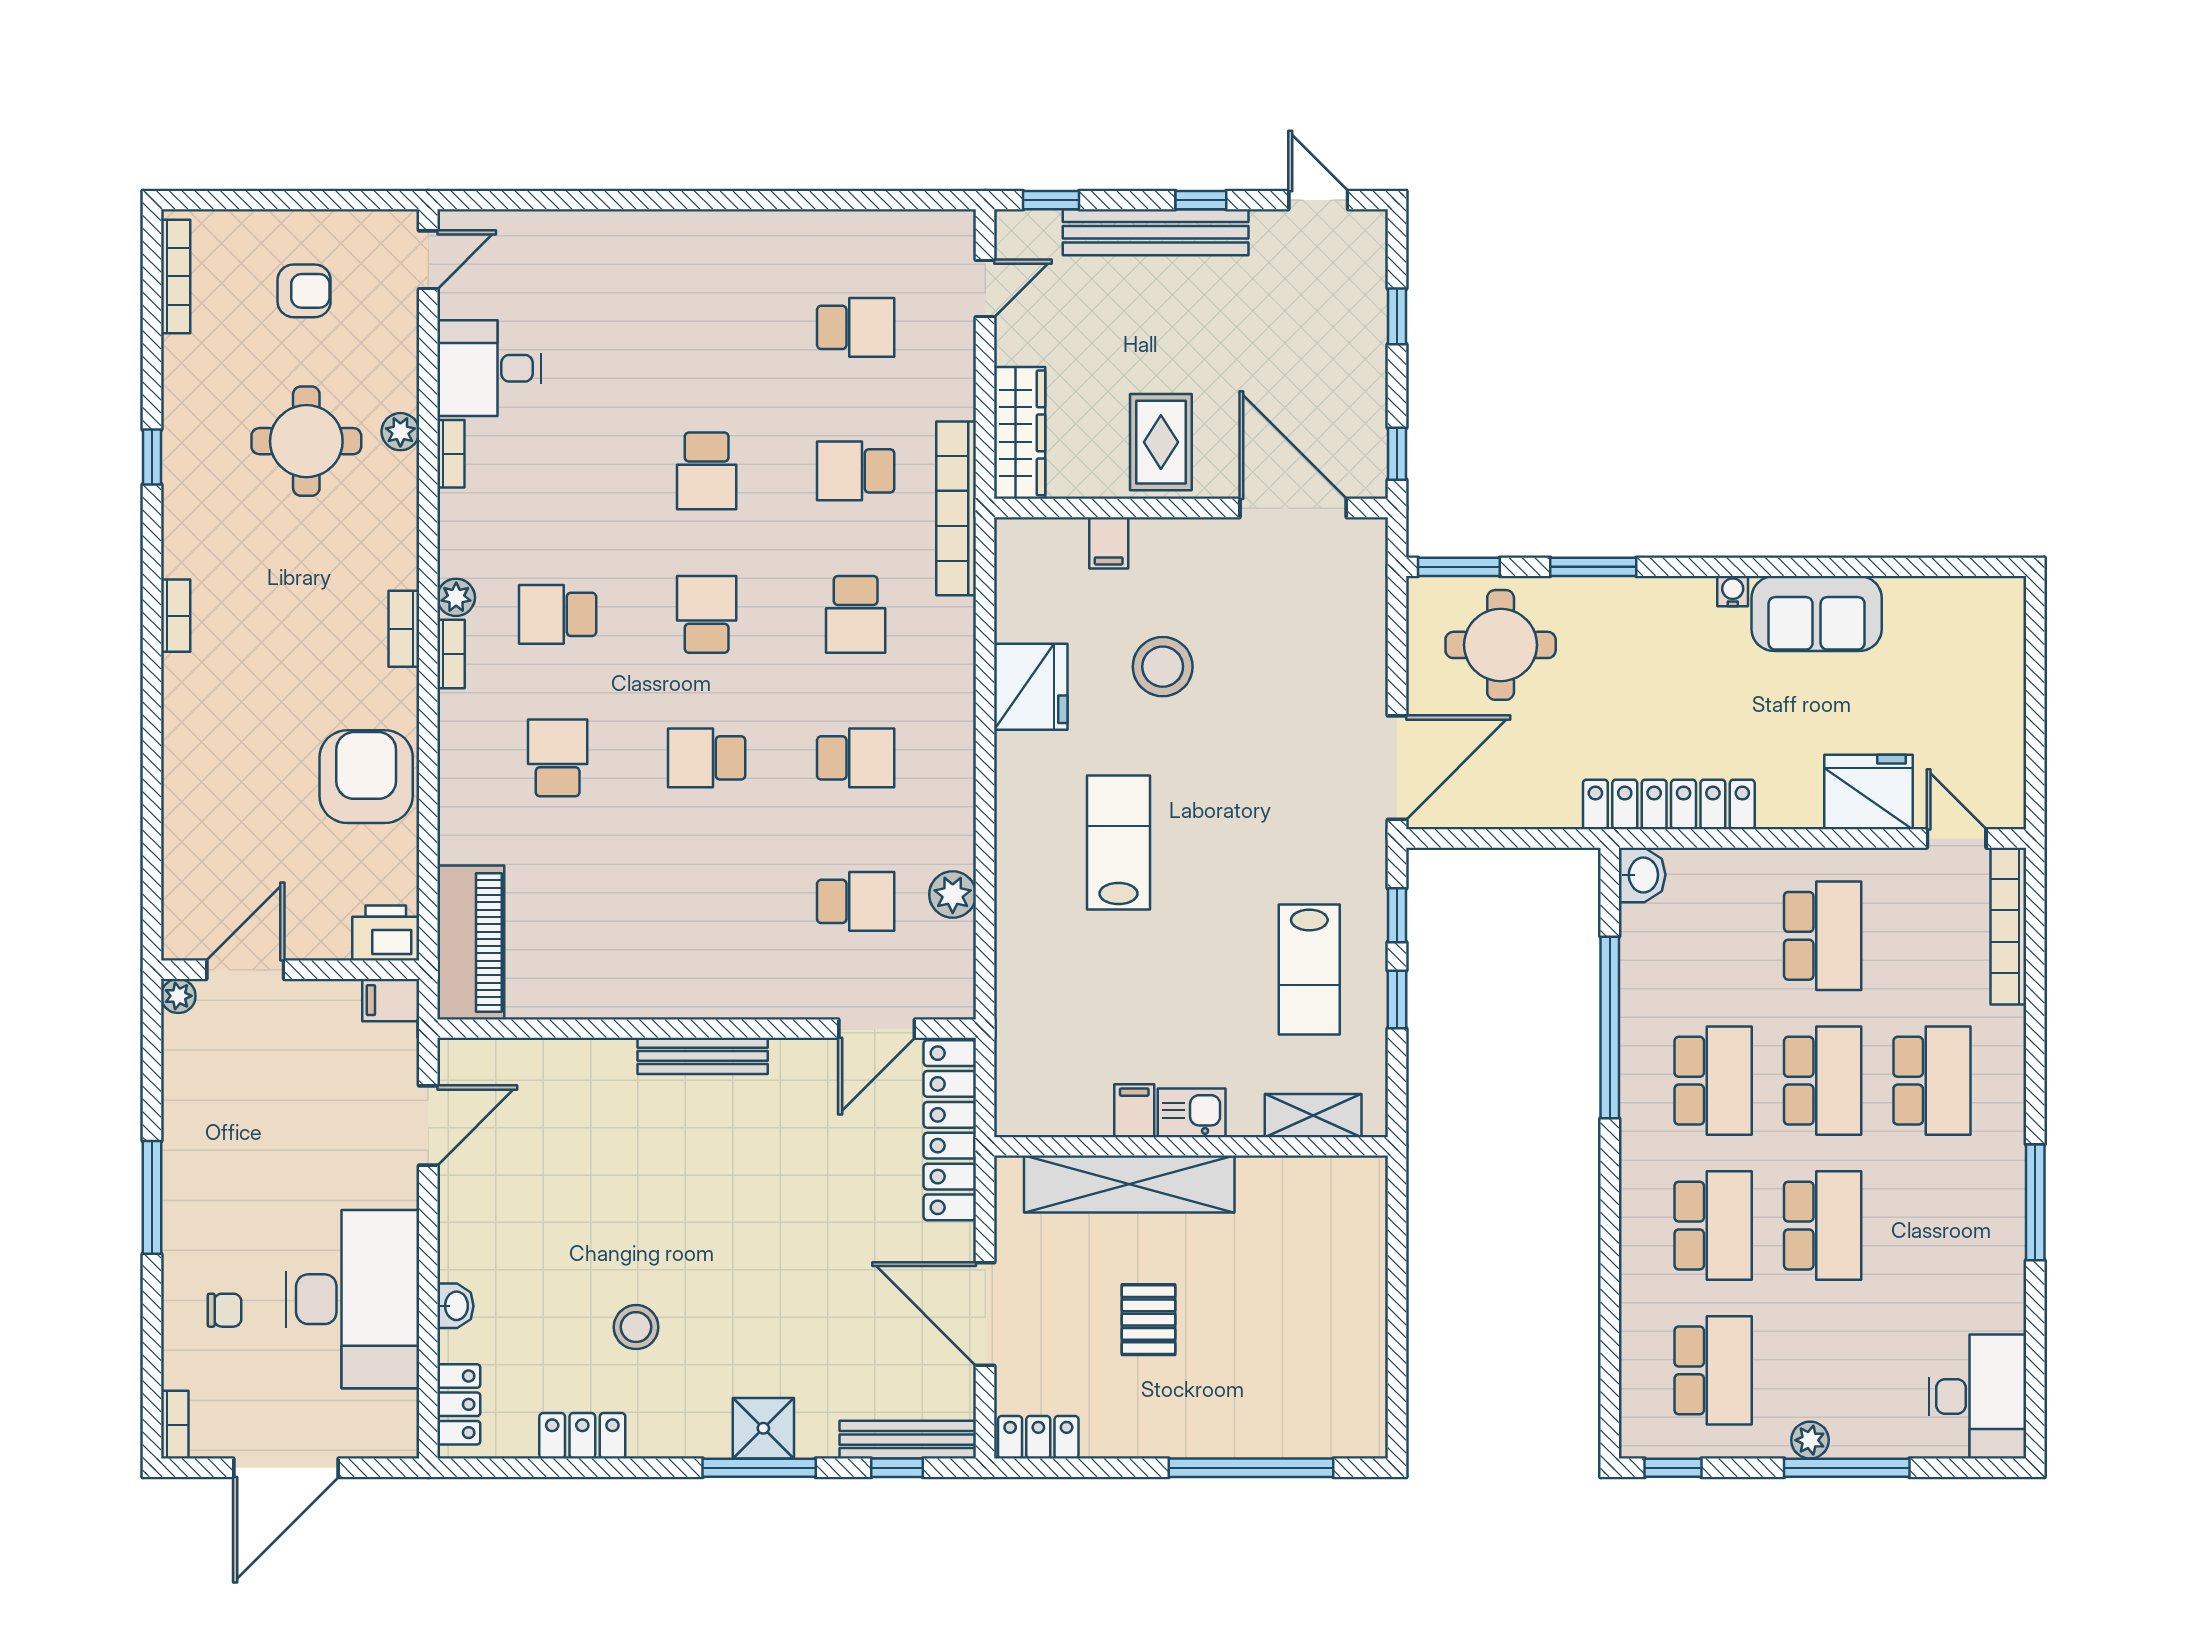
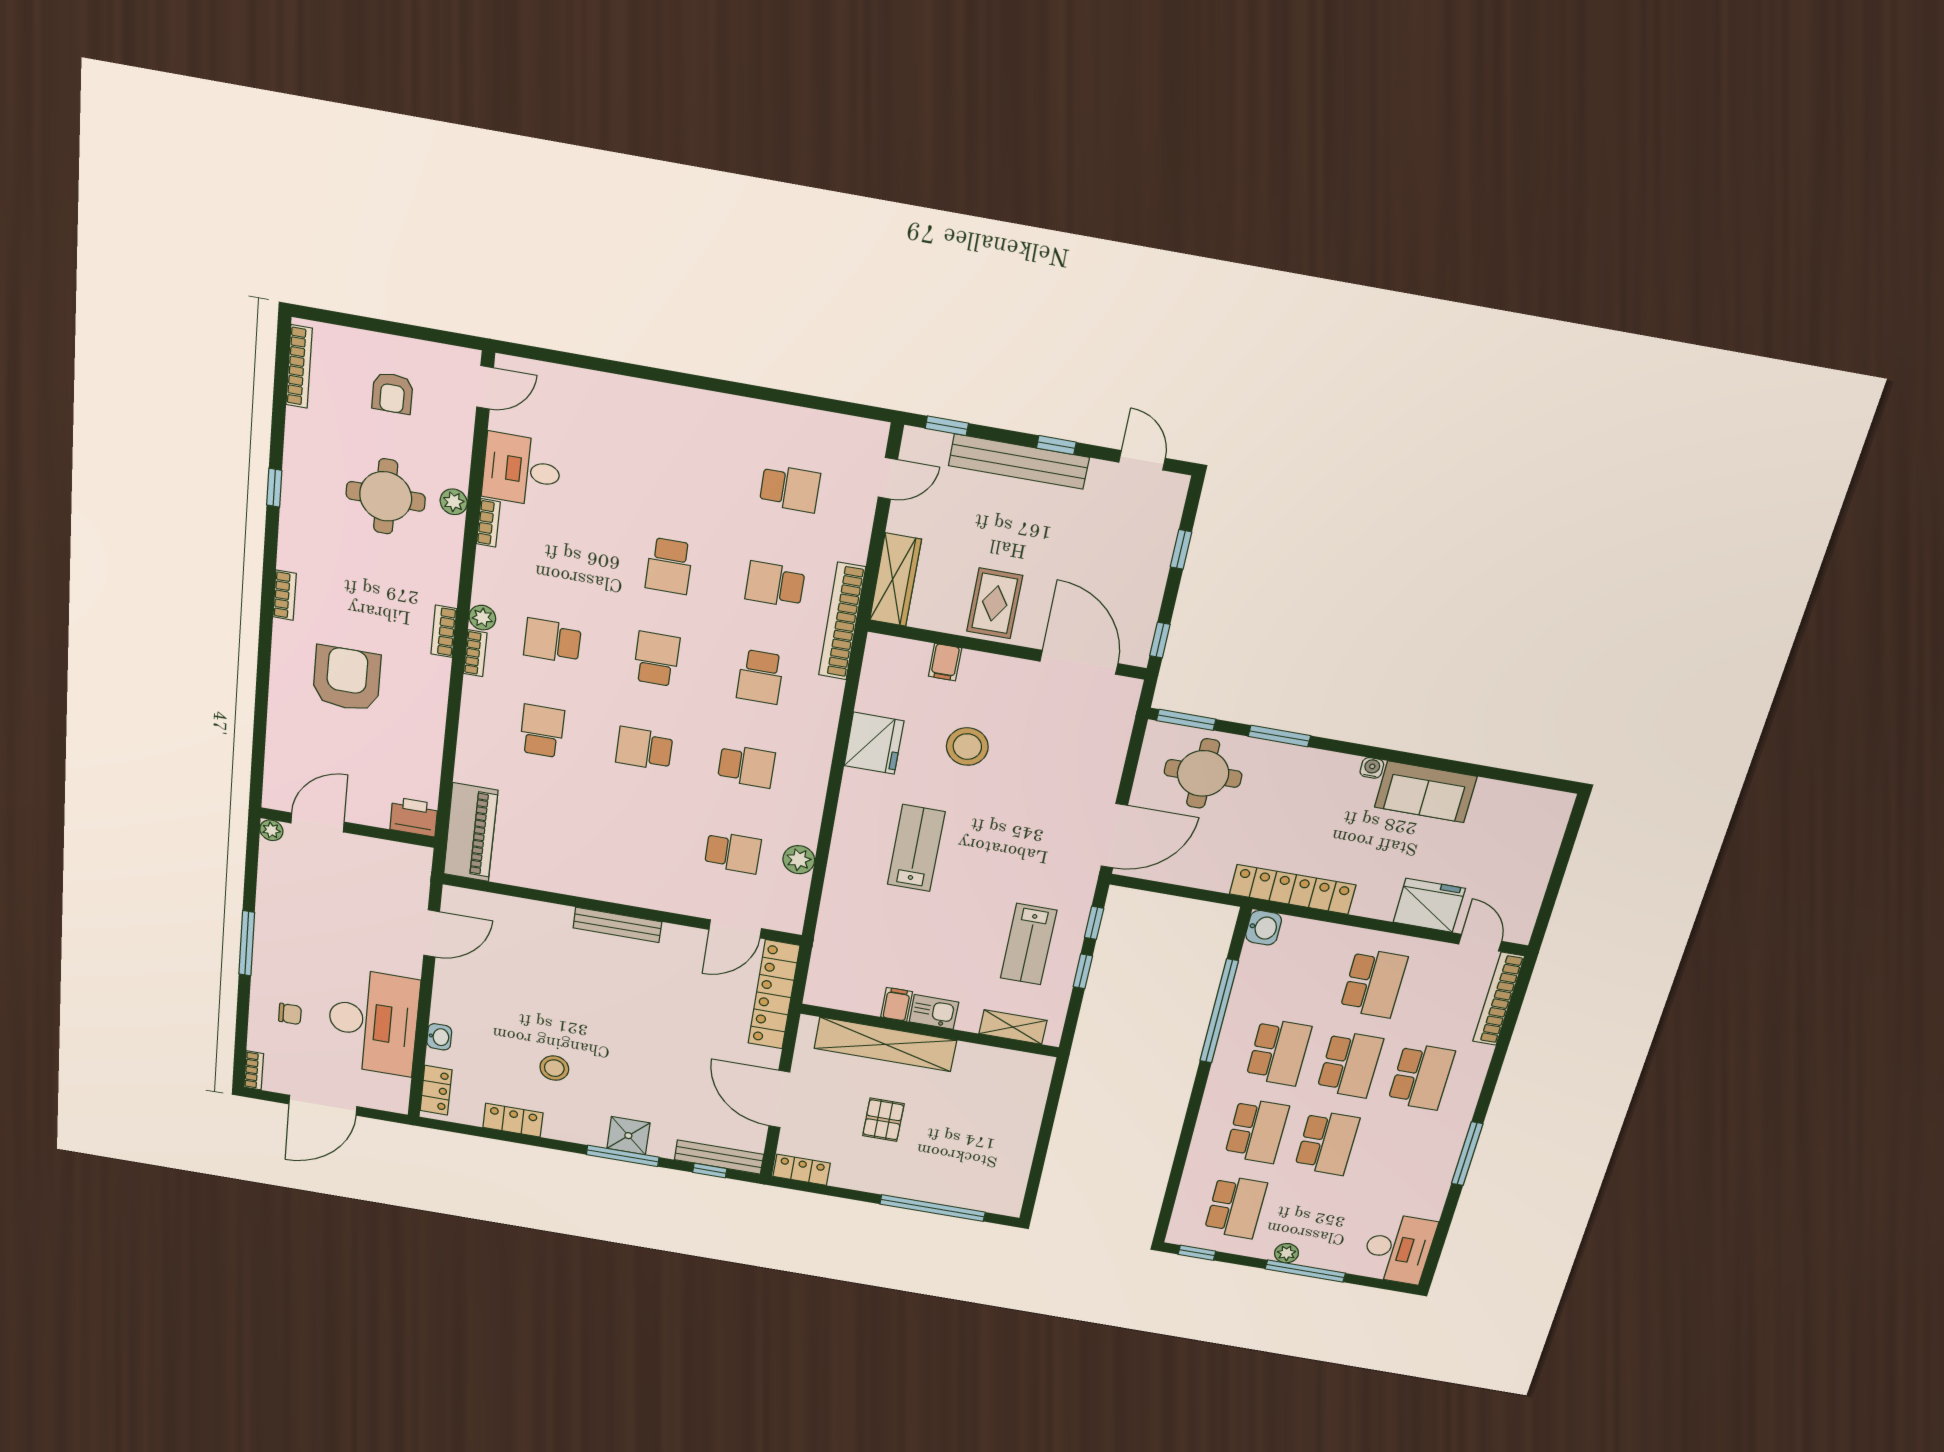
armchair: (304, 291) -> (392, 393), turned 90
armchair: (366, 777) -> (347, 679), moved
filing cabinet: (391, 1000) -> (414, 857), removed

